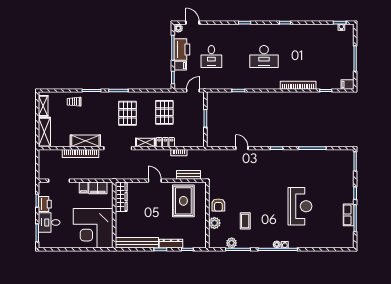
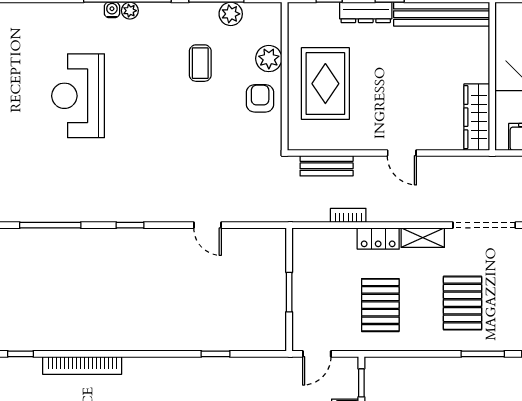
rug: (183, 201) -> (325, 84), moved

